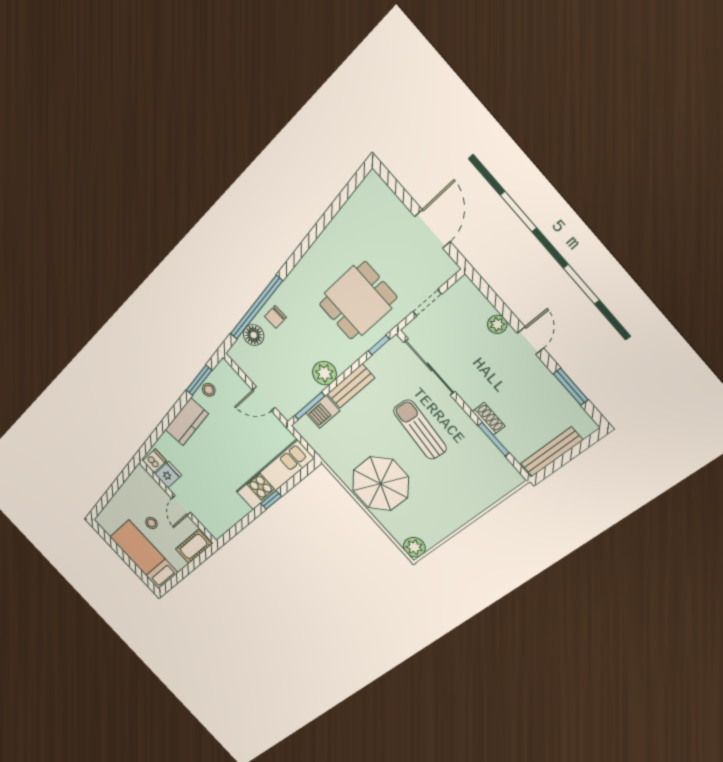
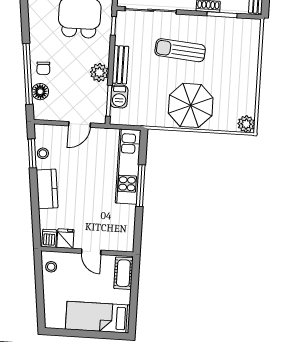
window: (271, 500) -> (141, 186), width x2.17
stool: (151, 523) -> (51, 267), moved

